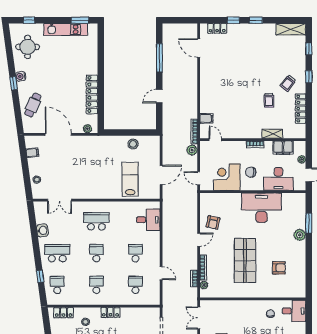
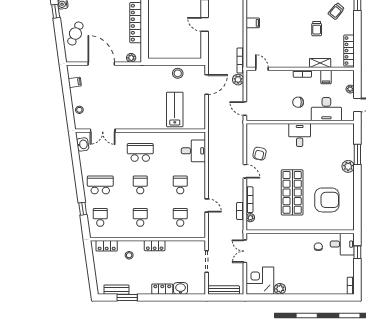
door: (159, 96) -> (205, 24), hinge flipped
locker: (301, 109) -> (349, 51), moved
filing cabinet: (206, 118) -> (253, 23), moved
filing cabinet: (283, 148) -> (326, 77), width x0.50
door: (161, 175) -> (207, 85), moved
corner desk: (227, 177) -> (274, 107), removed
desk: (262, 208) -> (300, 135), width x0.53, depth x0.77
washbasin: (42, 230) -> (83, 144), moved
door: (199, 240) -> (245, 171), hinge flipped
armchair: (279, 268) -> (327, 200), width x1.88, depth x1.88
window: (309, 319) -> (357, 252), added

